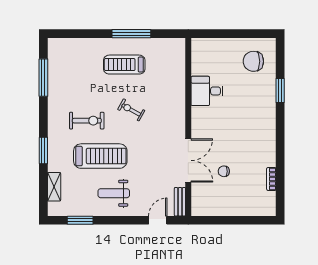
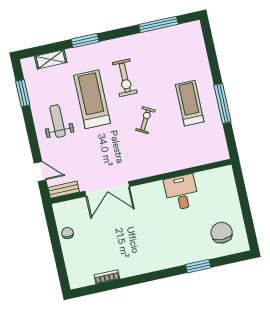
treadmill: (100, 156) -> (92, 99), turned 180
chair: (224, 171) -> (67, 233), moved

